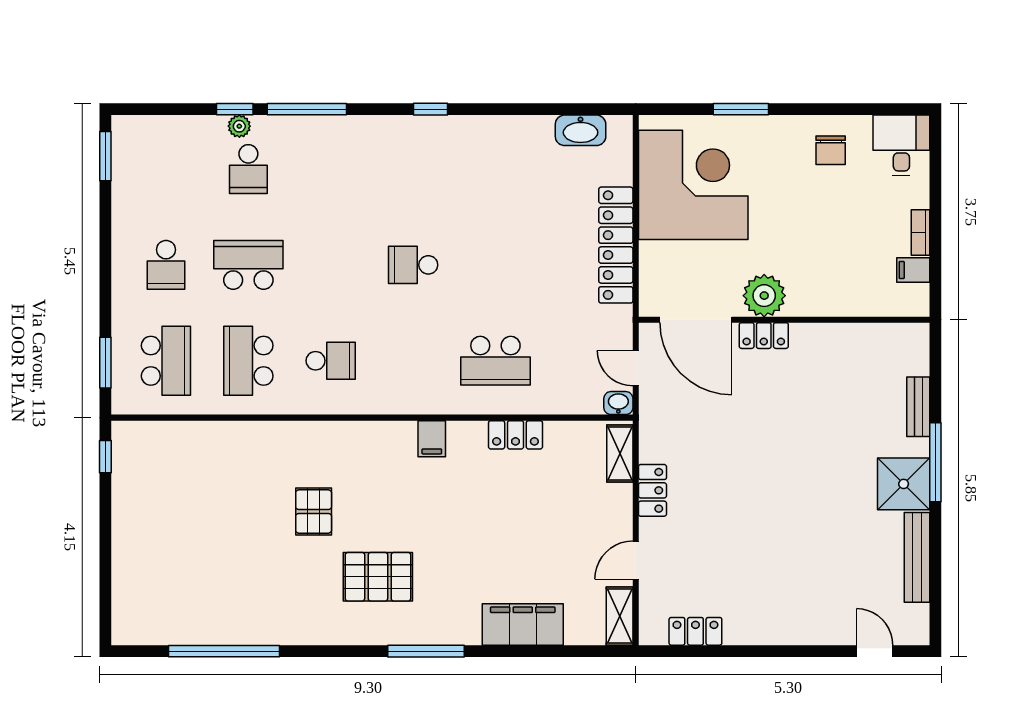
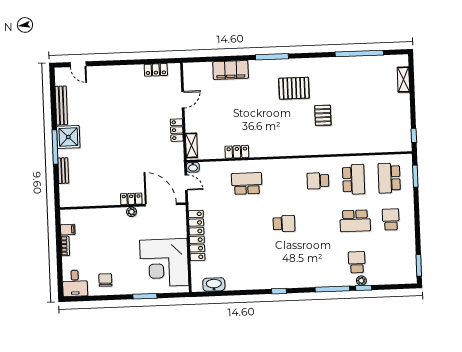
plant: (764, 296) -> (132, 212), width x0.53, depth x0.53
filing cabinet: (432, 439) -> (273, 149), removed
shelving: (620, 616) -> (403, 80), moved

